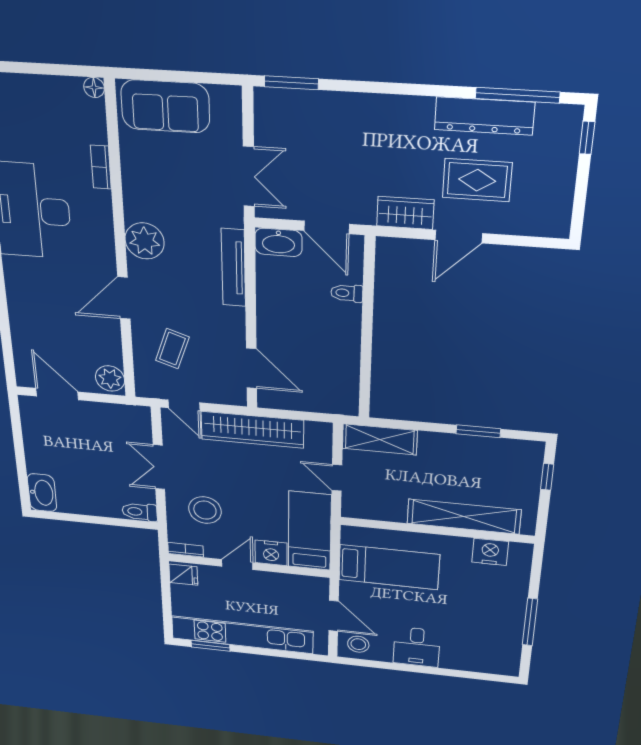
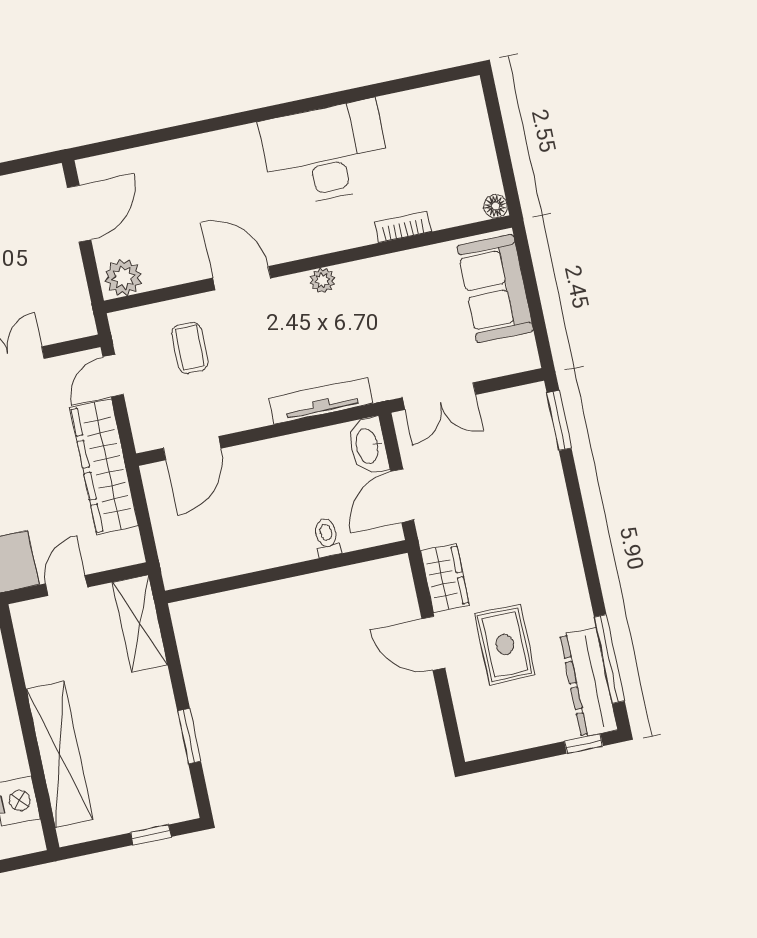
dresser: (484, 116) -> (589, 682), moved
plant: (145, 241) -> (322, 280), width x0.53, depth x0.53
coffee table: (172, 349) -> (190, 348), turned 71

